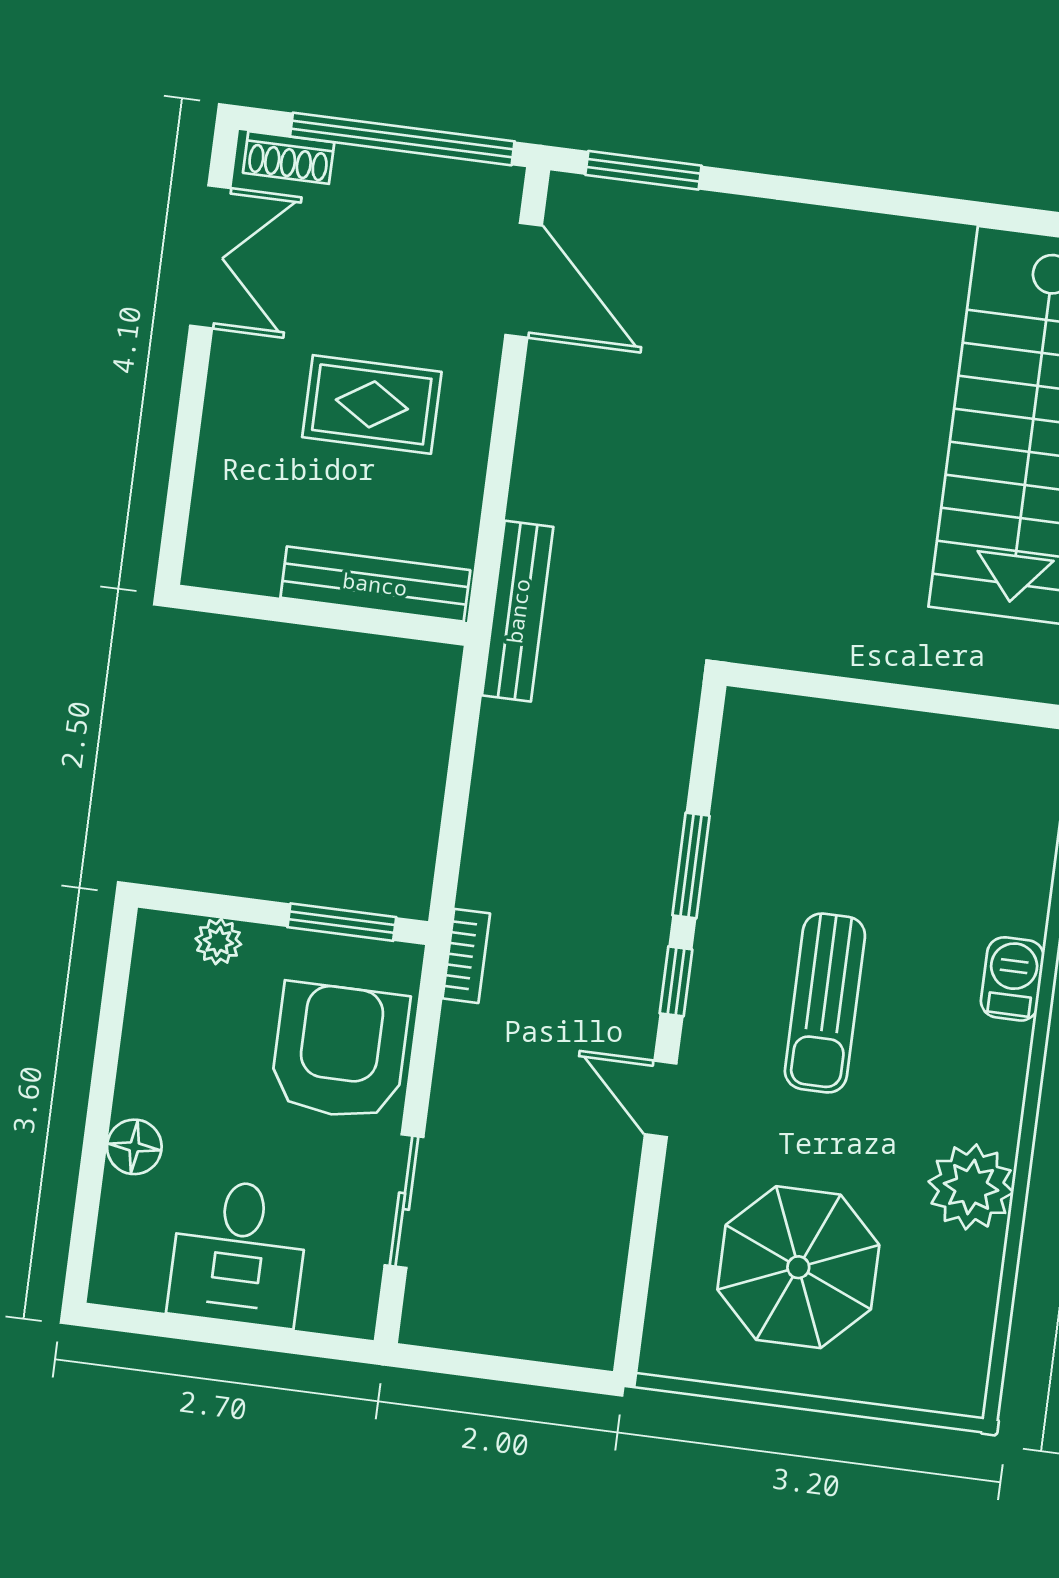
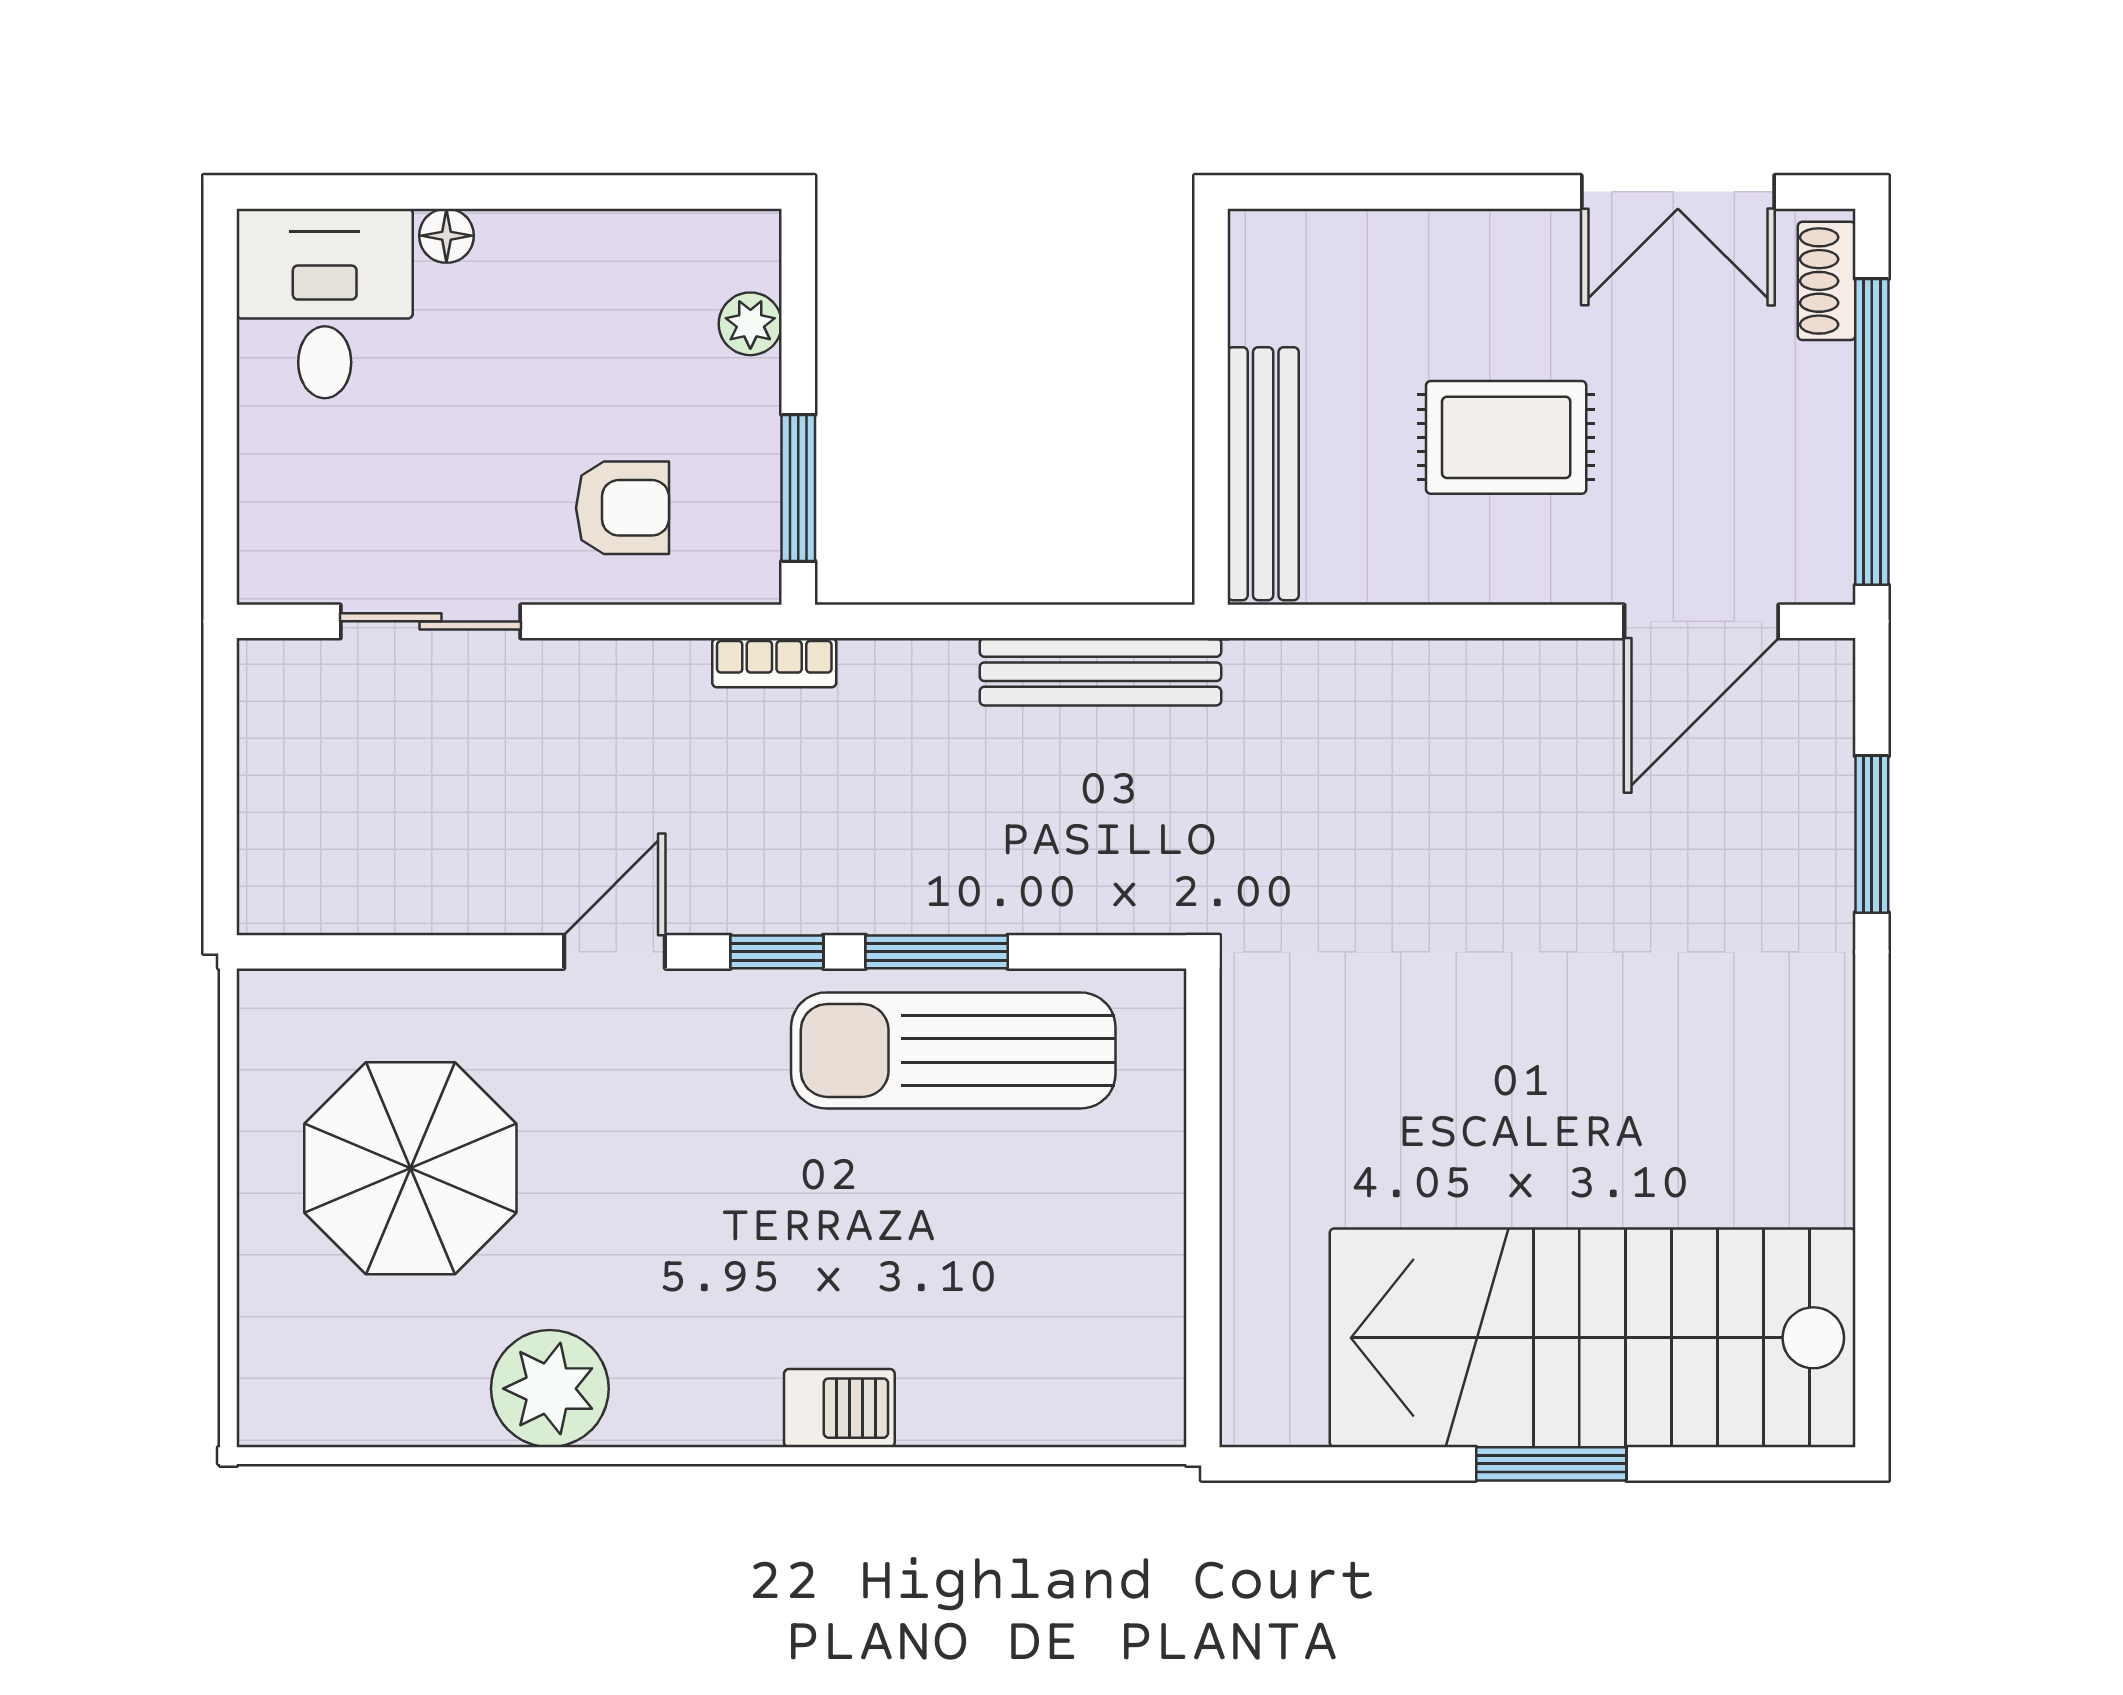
window: (643, 170) -> (1872, 834), moved
rug: (372, 404) -> (1506, 437), turned 90
bench: (518, 611) -> (1100, 672), moved
sun lounger: (825, 1003) -> (953, 1050), moved, width x1.36, depth x1.34
armchair: (340, 1051) -> (622, 508), width x0.53, depth x0.53
floor lamp: (134, 1147) -> (446, 236), width x0.73, depth x0.73
desk: (239, 1253) -> (325, 303), moved, turned 90

